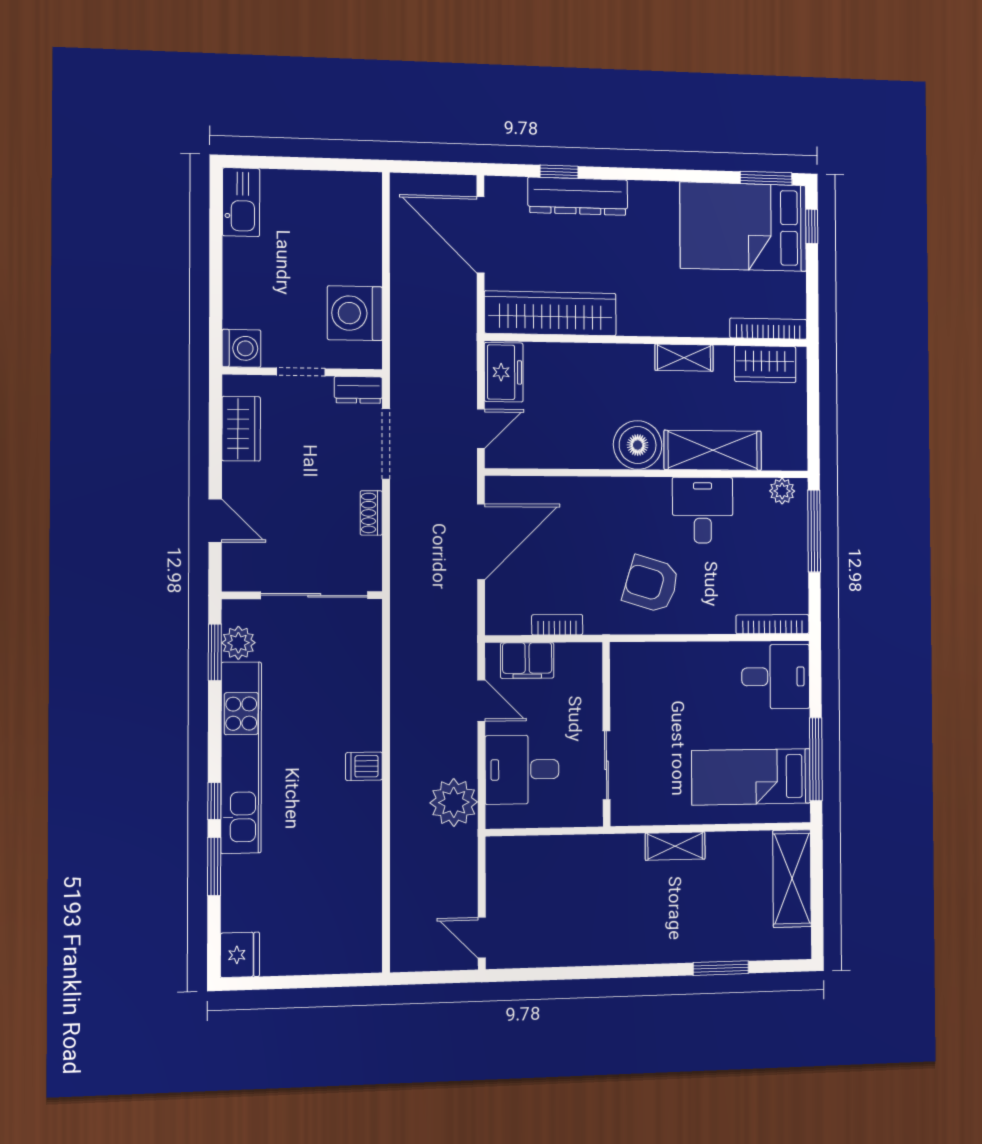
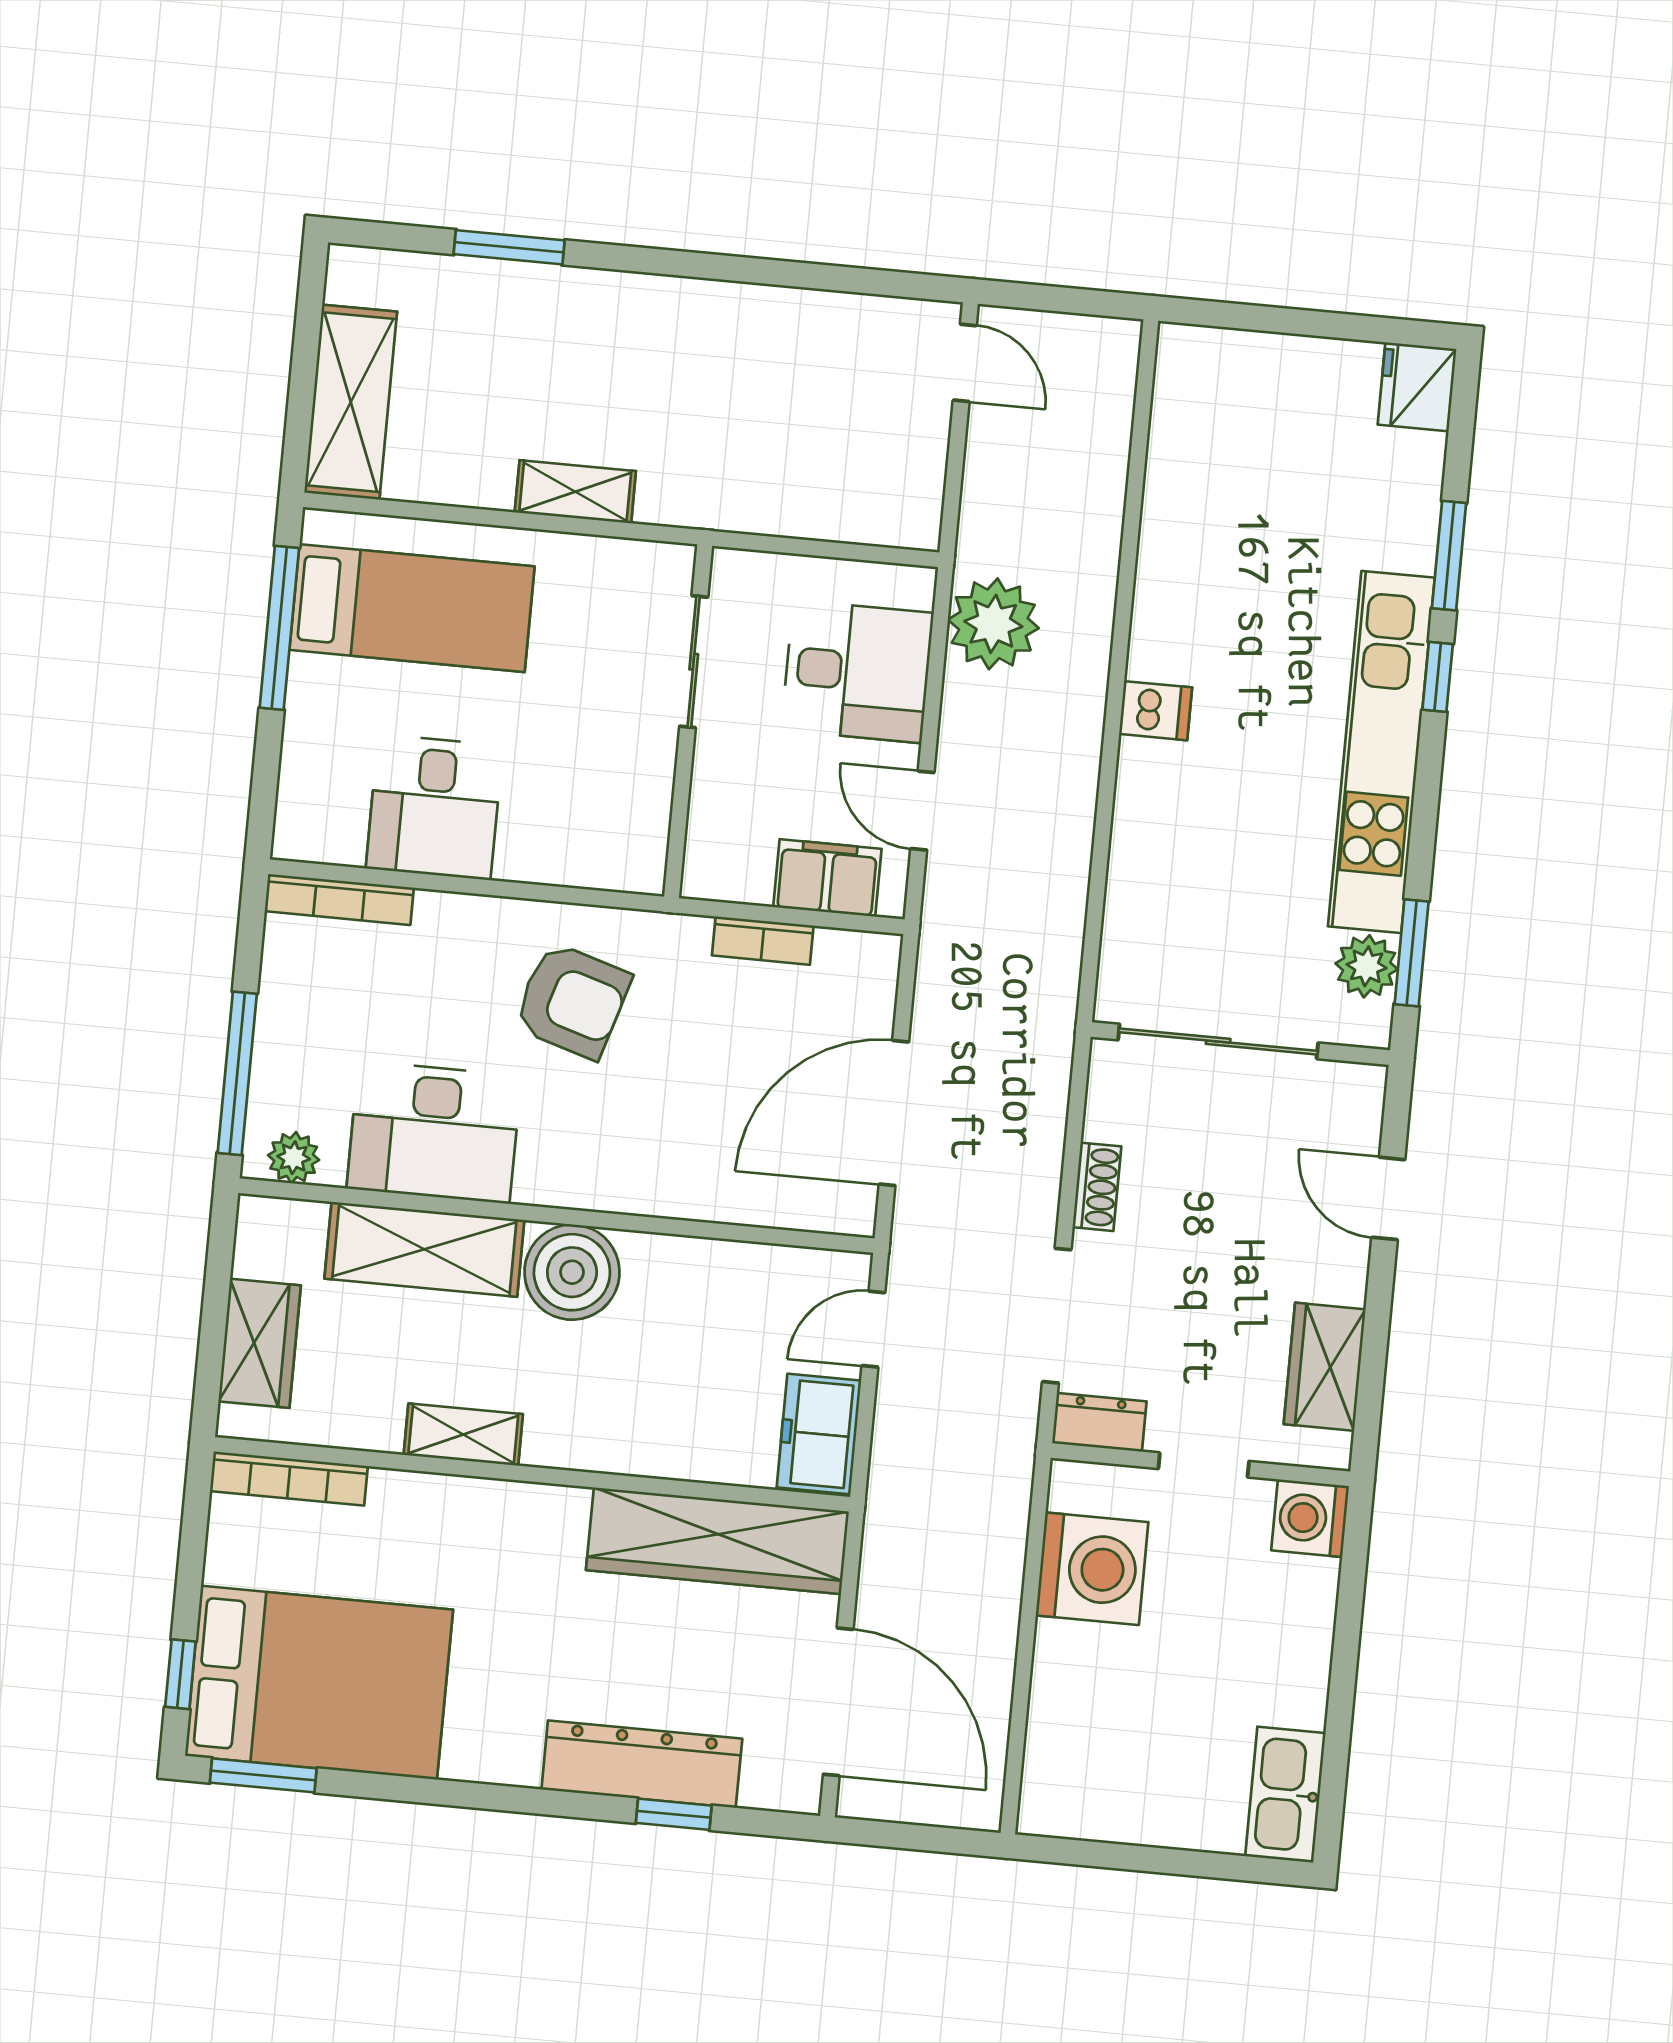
wardrobe: (765, 364) -> (260, 1343), moved, turned 90
desk: (703, 510) -> (434, 1132), width x1.37
desk: (776, 677) -> (434, 807), moved, turned -90

